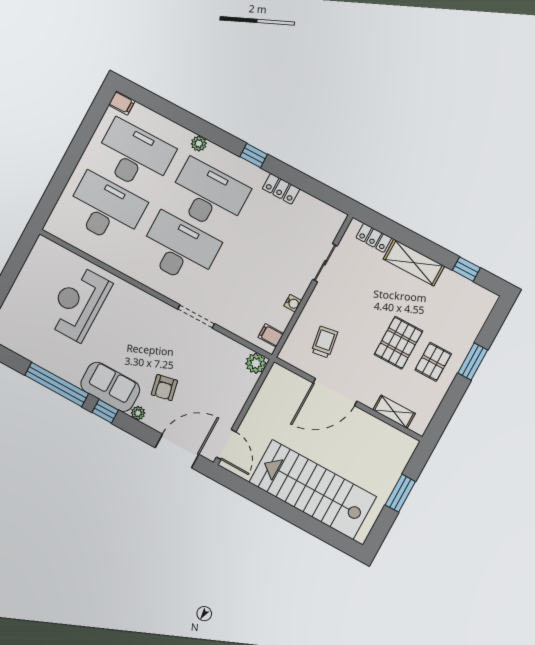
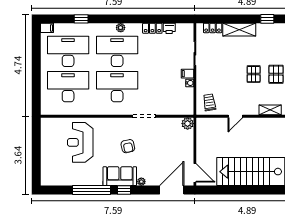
plant: (199, 144) -> (121, 28), moved
window: (254, 155) -> (81, 19), moved
printer: (307, 203) -> (169, 28), added
filing cabinet: (271, 335) -> (187, 74), moved
trolley: (324, 342) -> (209, 102), moved
pallet: (398, 343) -> (254, 74), width x0.67, depth x0.71
armchair: (164, 388) -> (128, 146), moved
door: (335, 392) -> (235, 116), width x0.53

